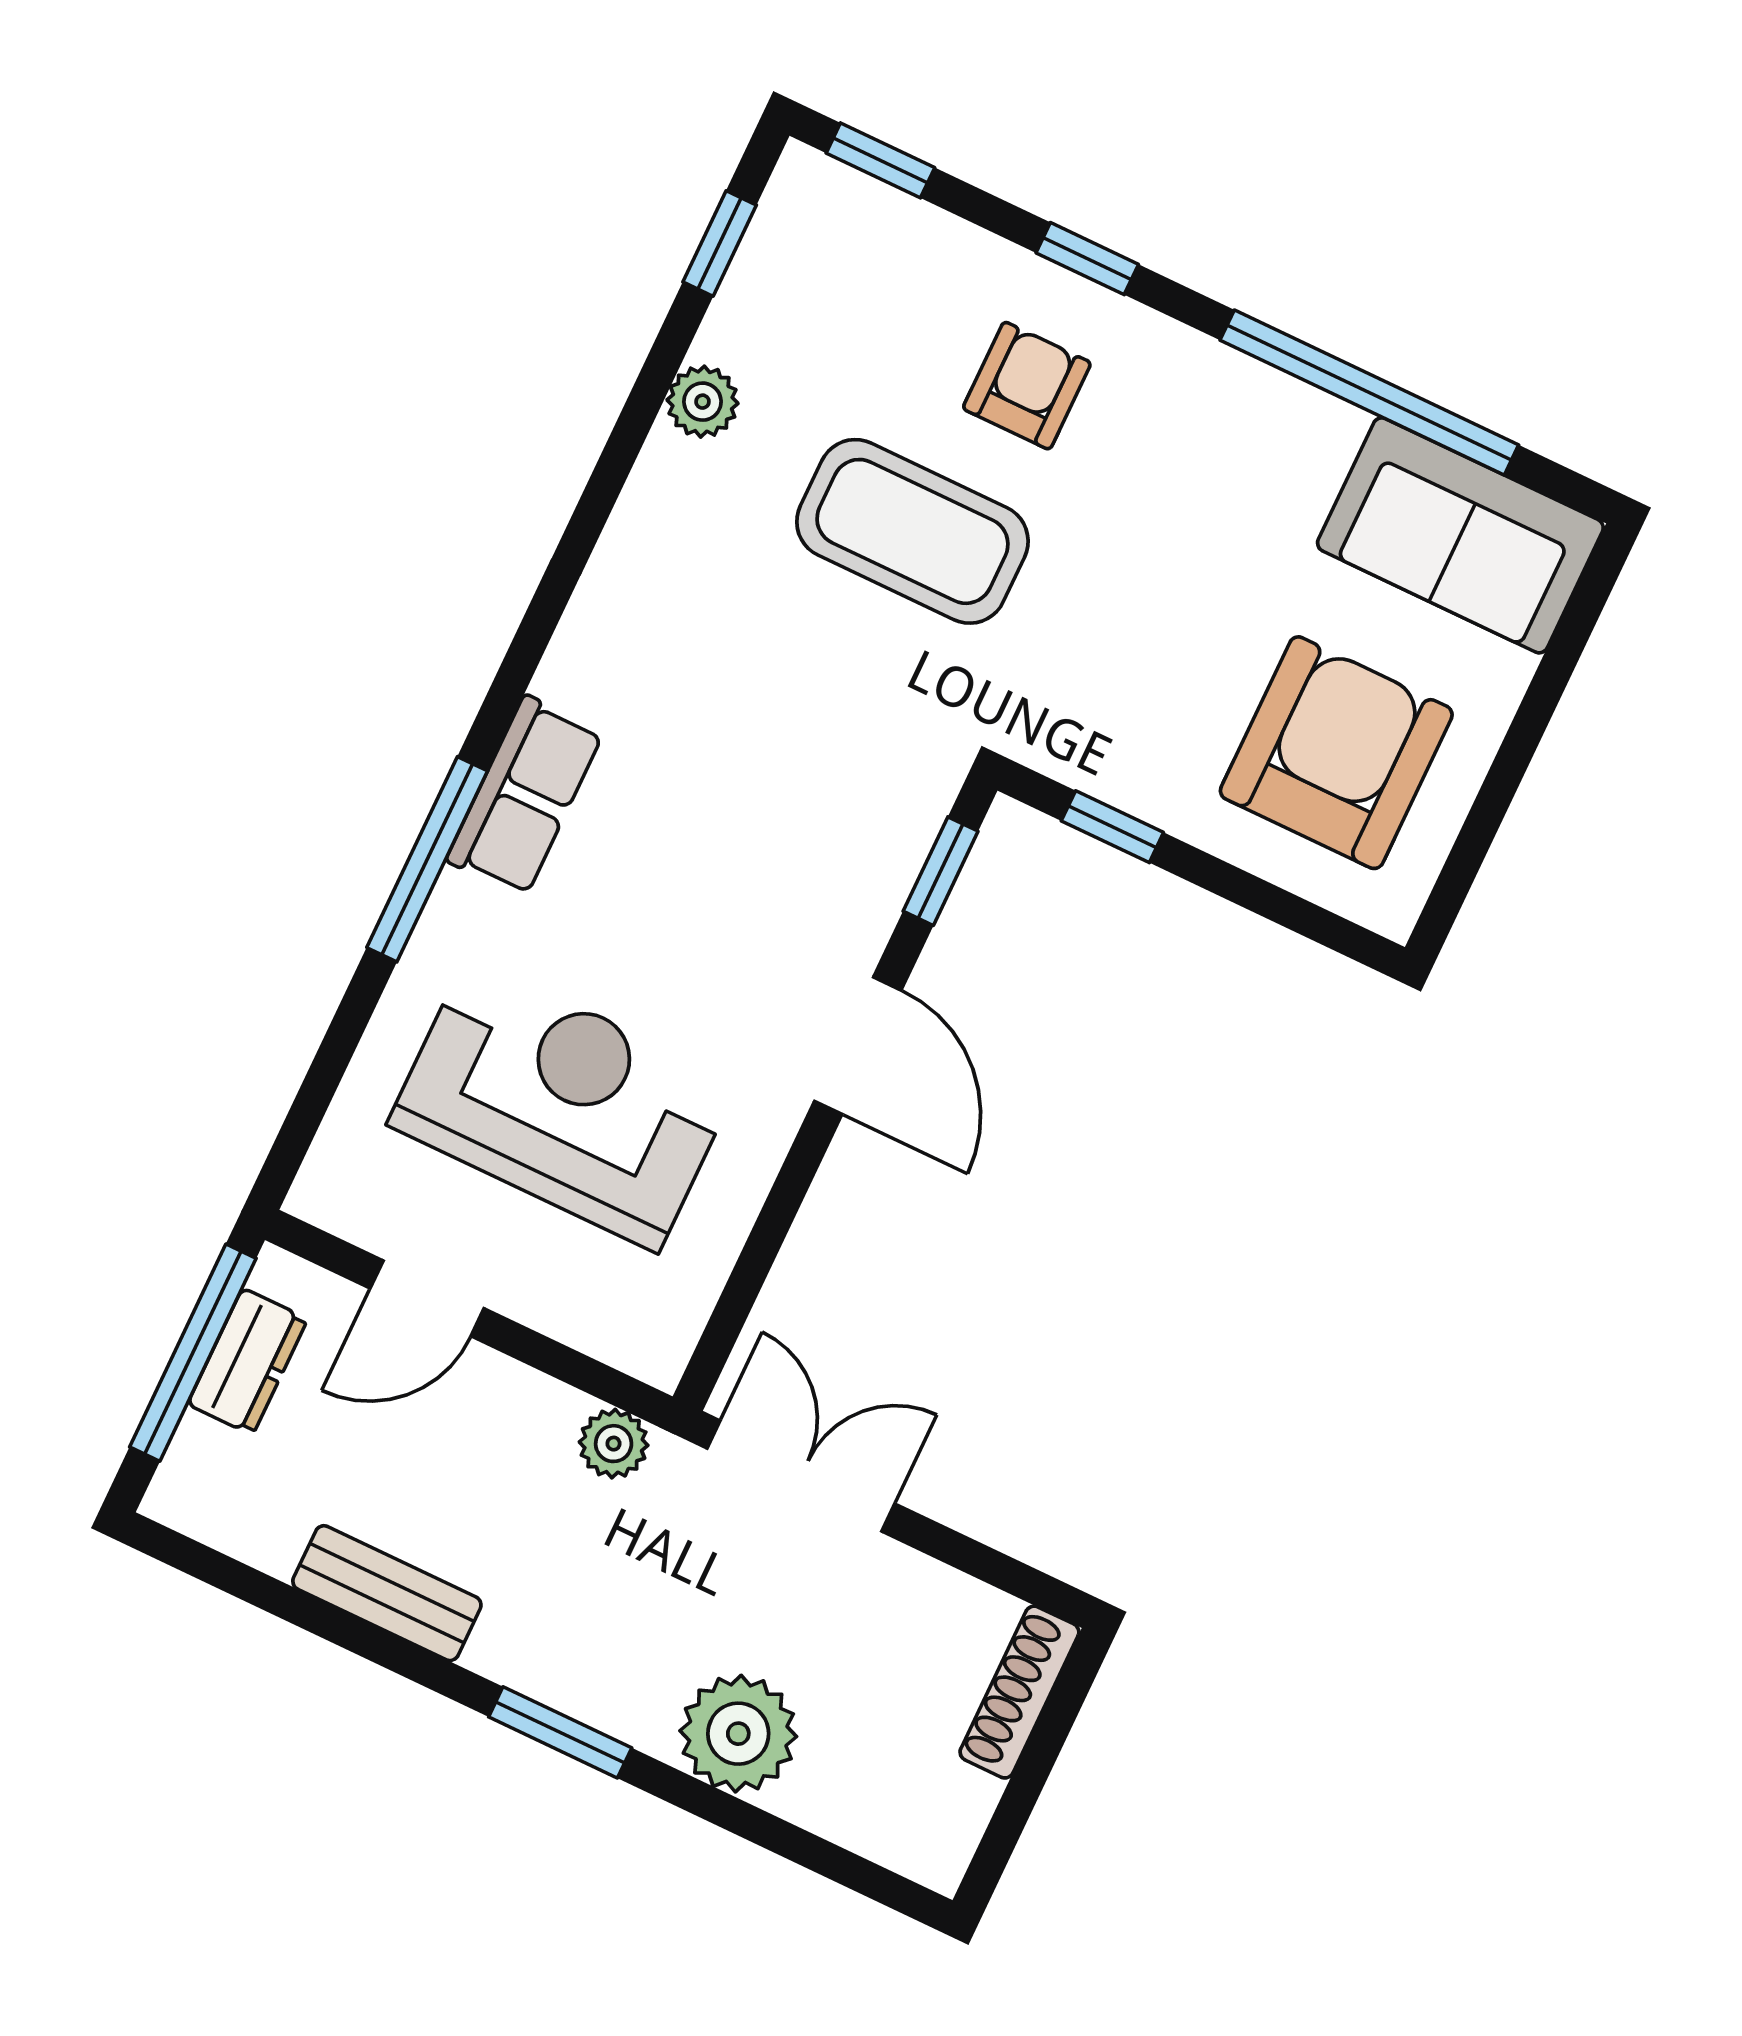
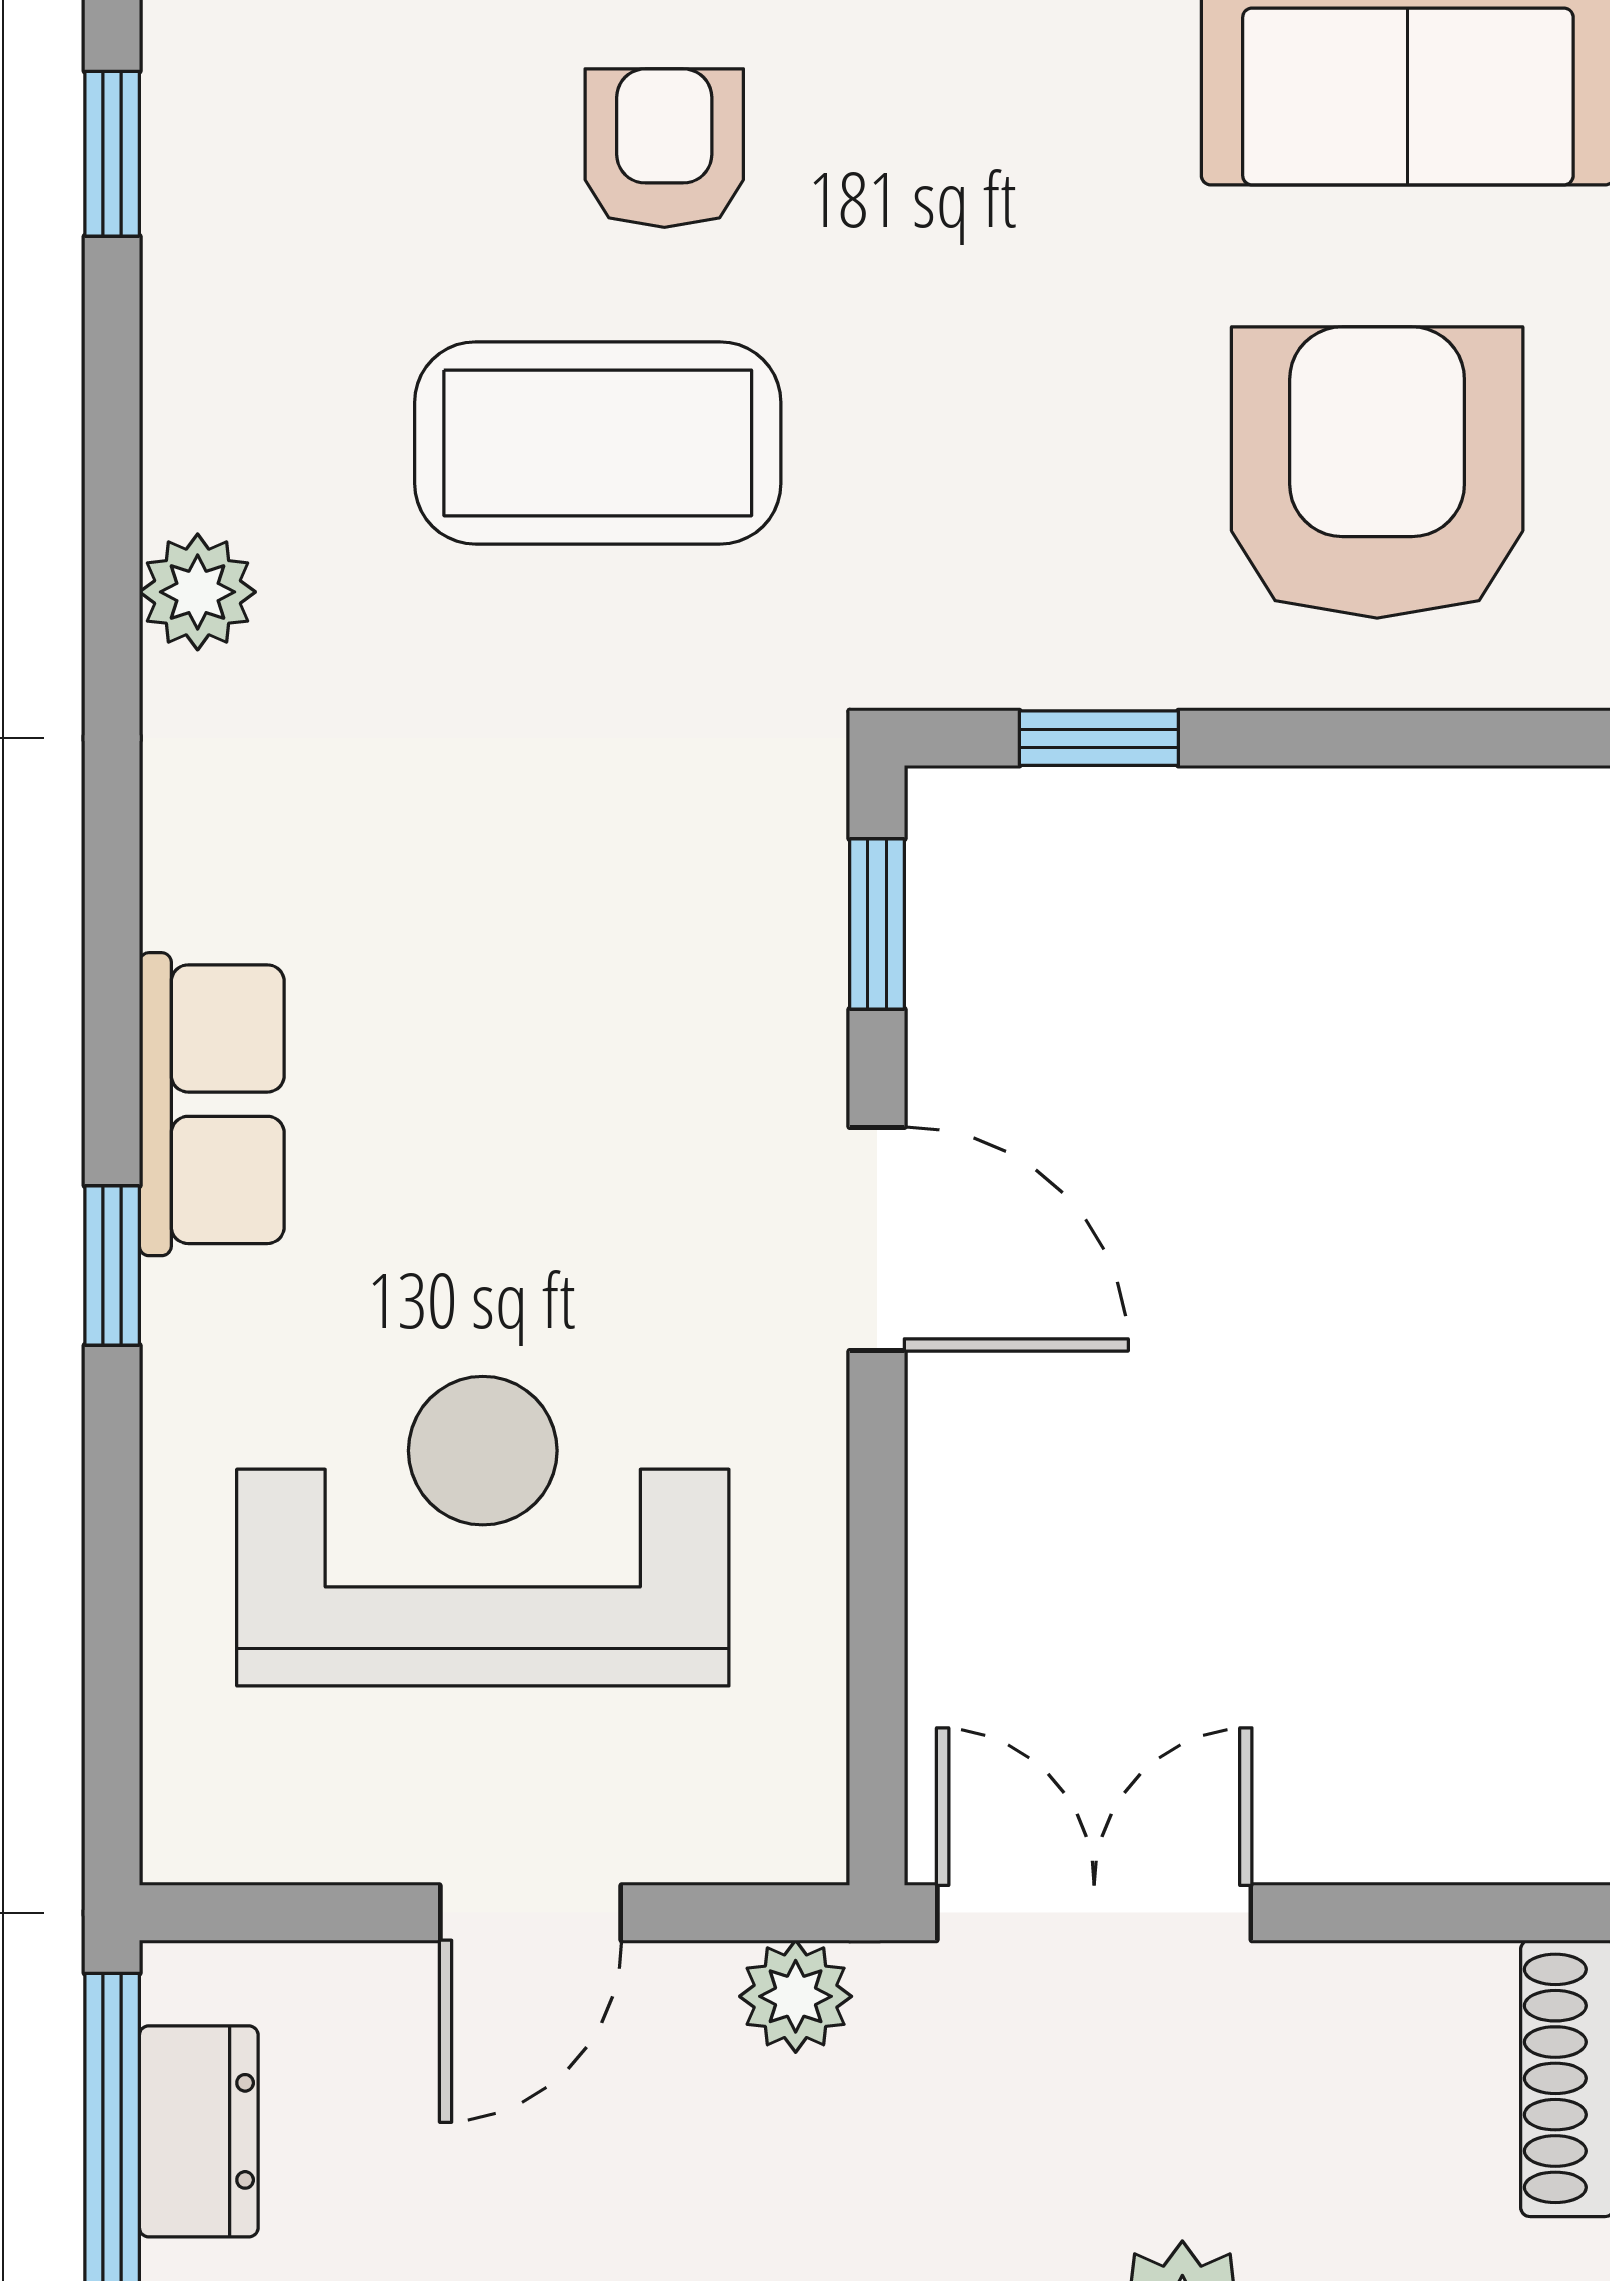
plant: (702, 402) -> (198, 592), moved
window: (427, 859) -> (112, 1266), width x0.46
door: (427, 1298) -> (530, 1913), moved

